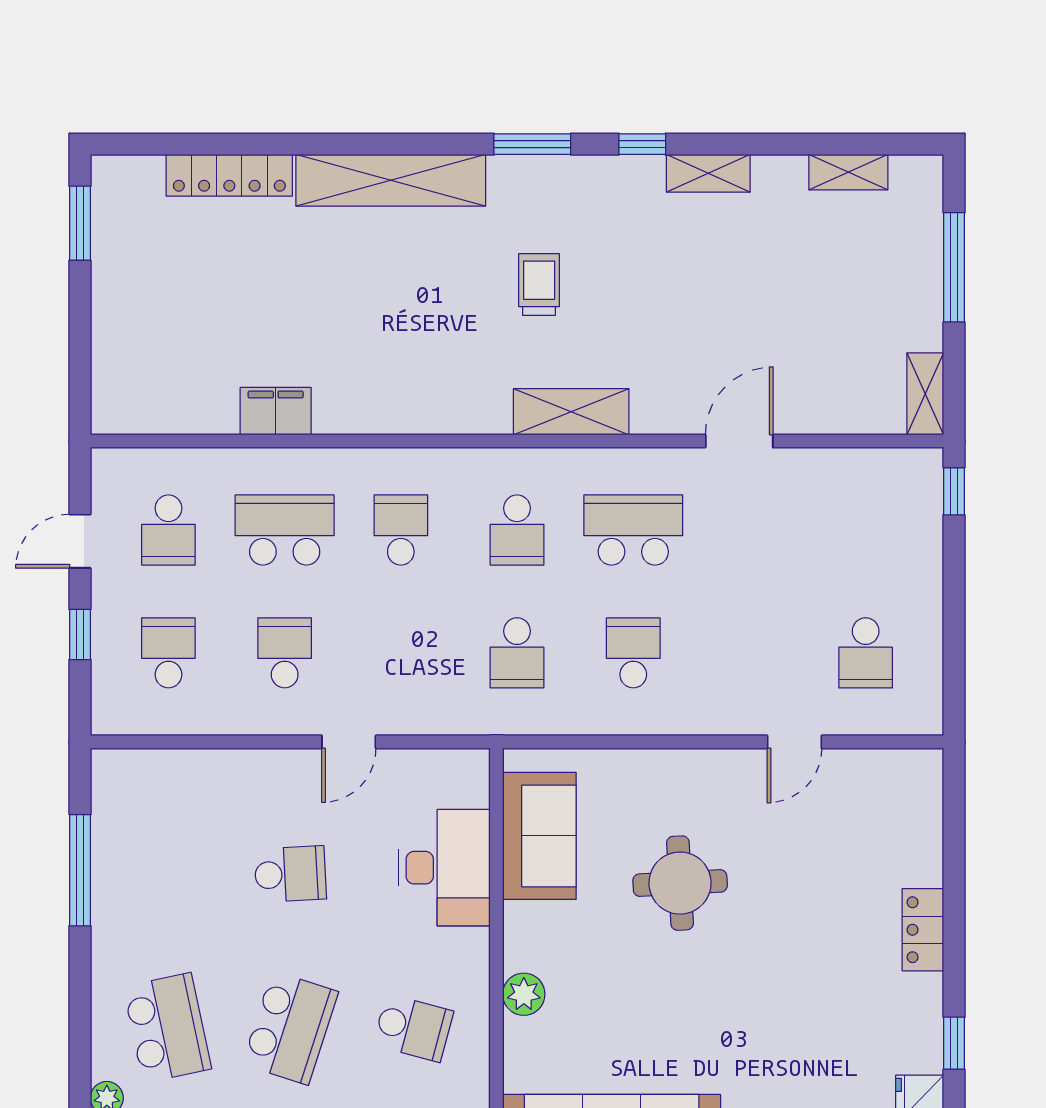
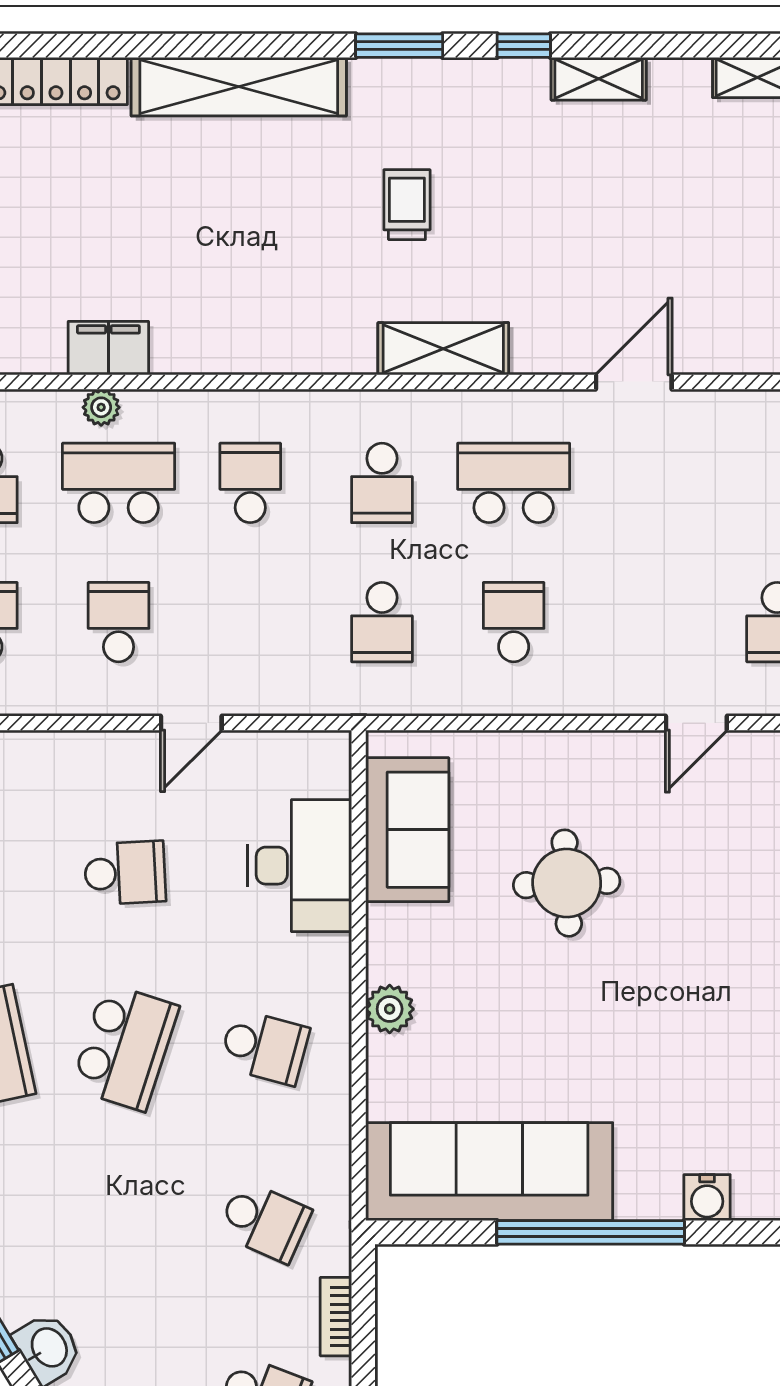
plant: (269, 463) -> (101, 407), added

